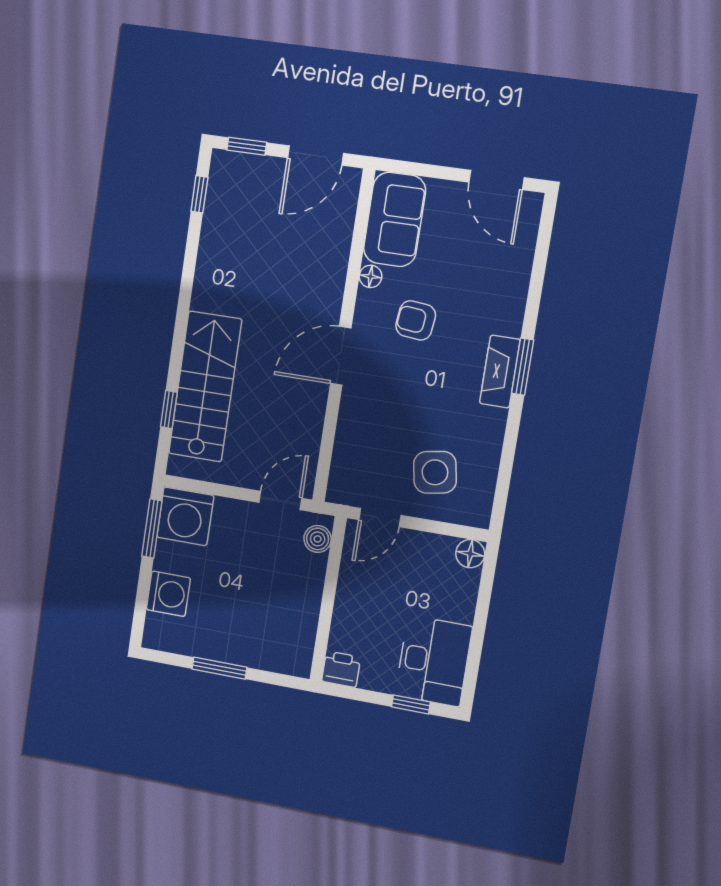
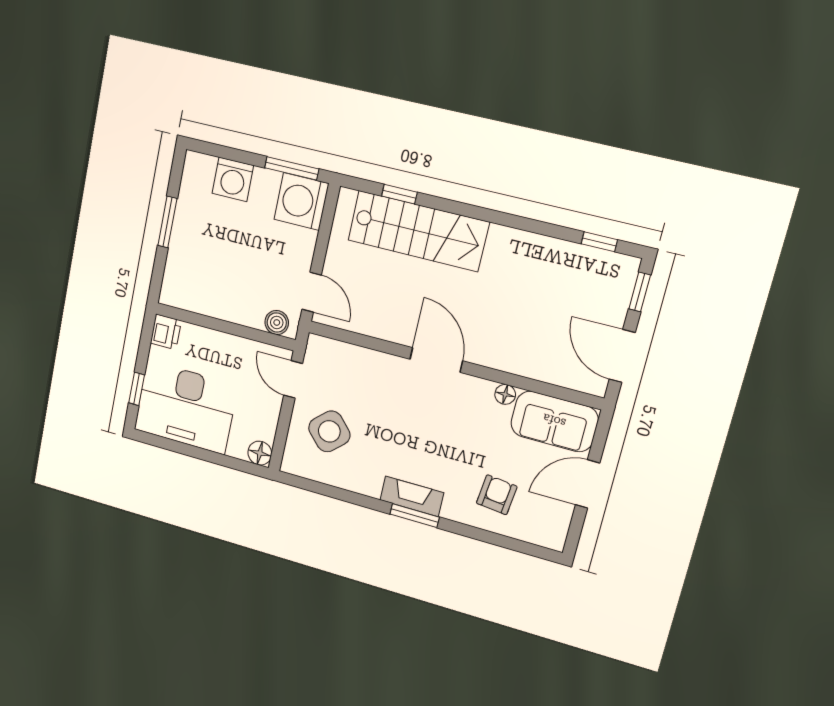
door: (496, 180) -> (588, 484), moved
armchair: (416, 320) -> (497, 495), moved
side table: (435, 472) -> (329, 431), turned -33
desk: (434, 661) -> (186, 407), width x1.36, depth x1.30

